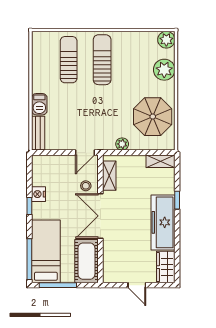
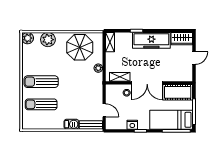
door: (85, 153) -> (104, 110), moved

